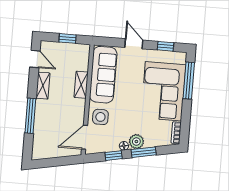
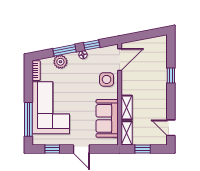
sofa: (103, 75) -> (107, 118), width x0.73
shelving: (43, 86) -> (127, 133), moved
window: (30, 116) -> (171, 75), width x0.46
plant: (136, 142) -> (60, 62), moved

